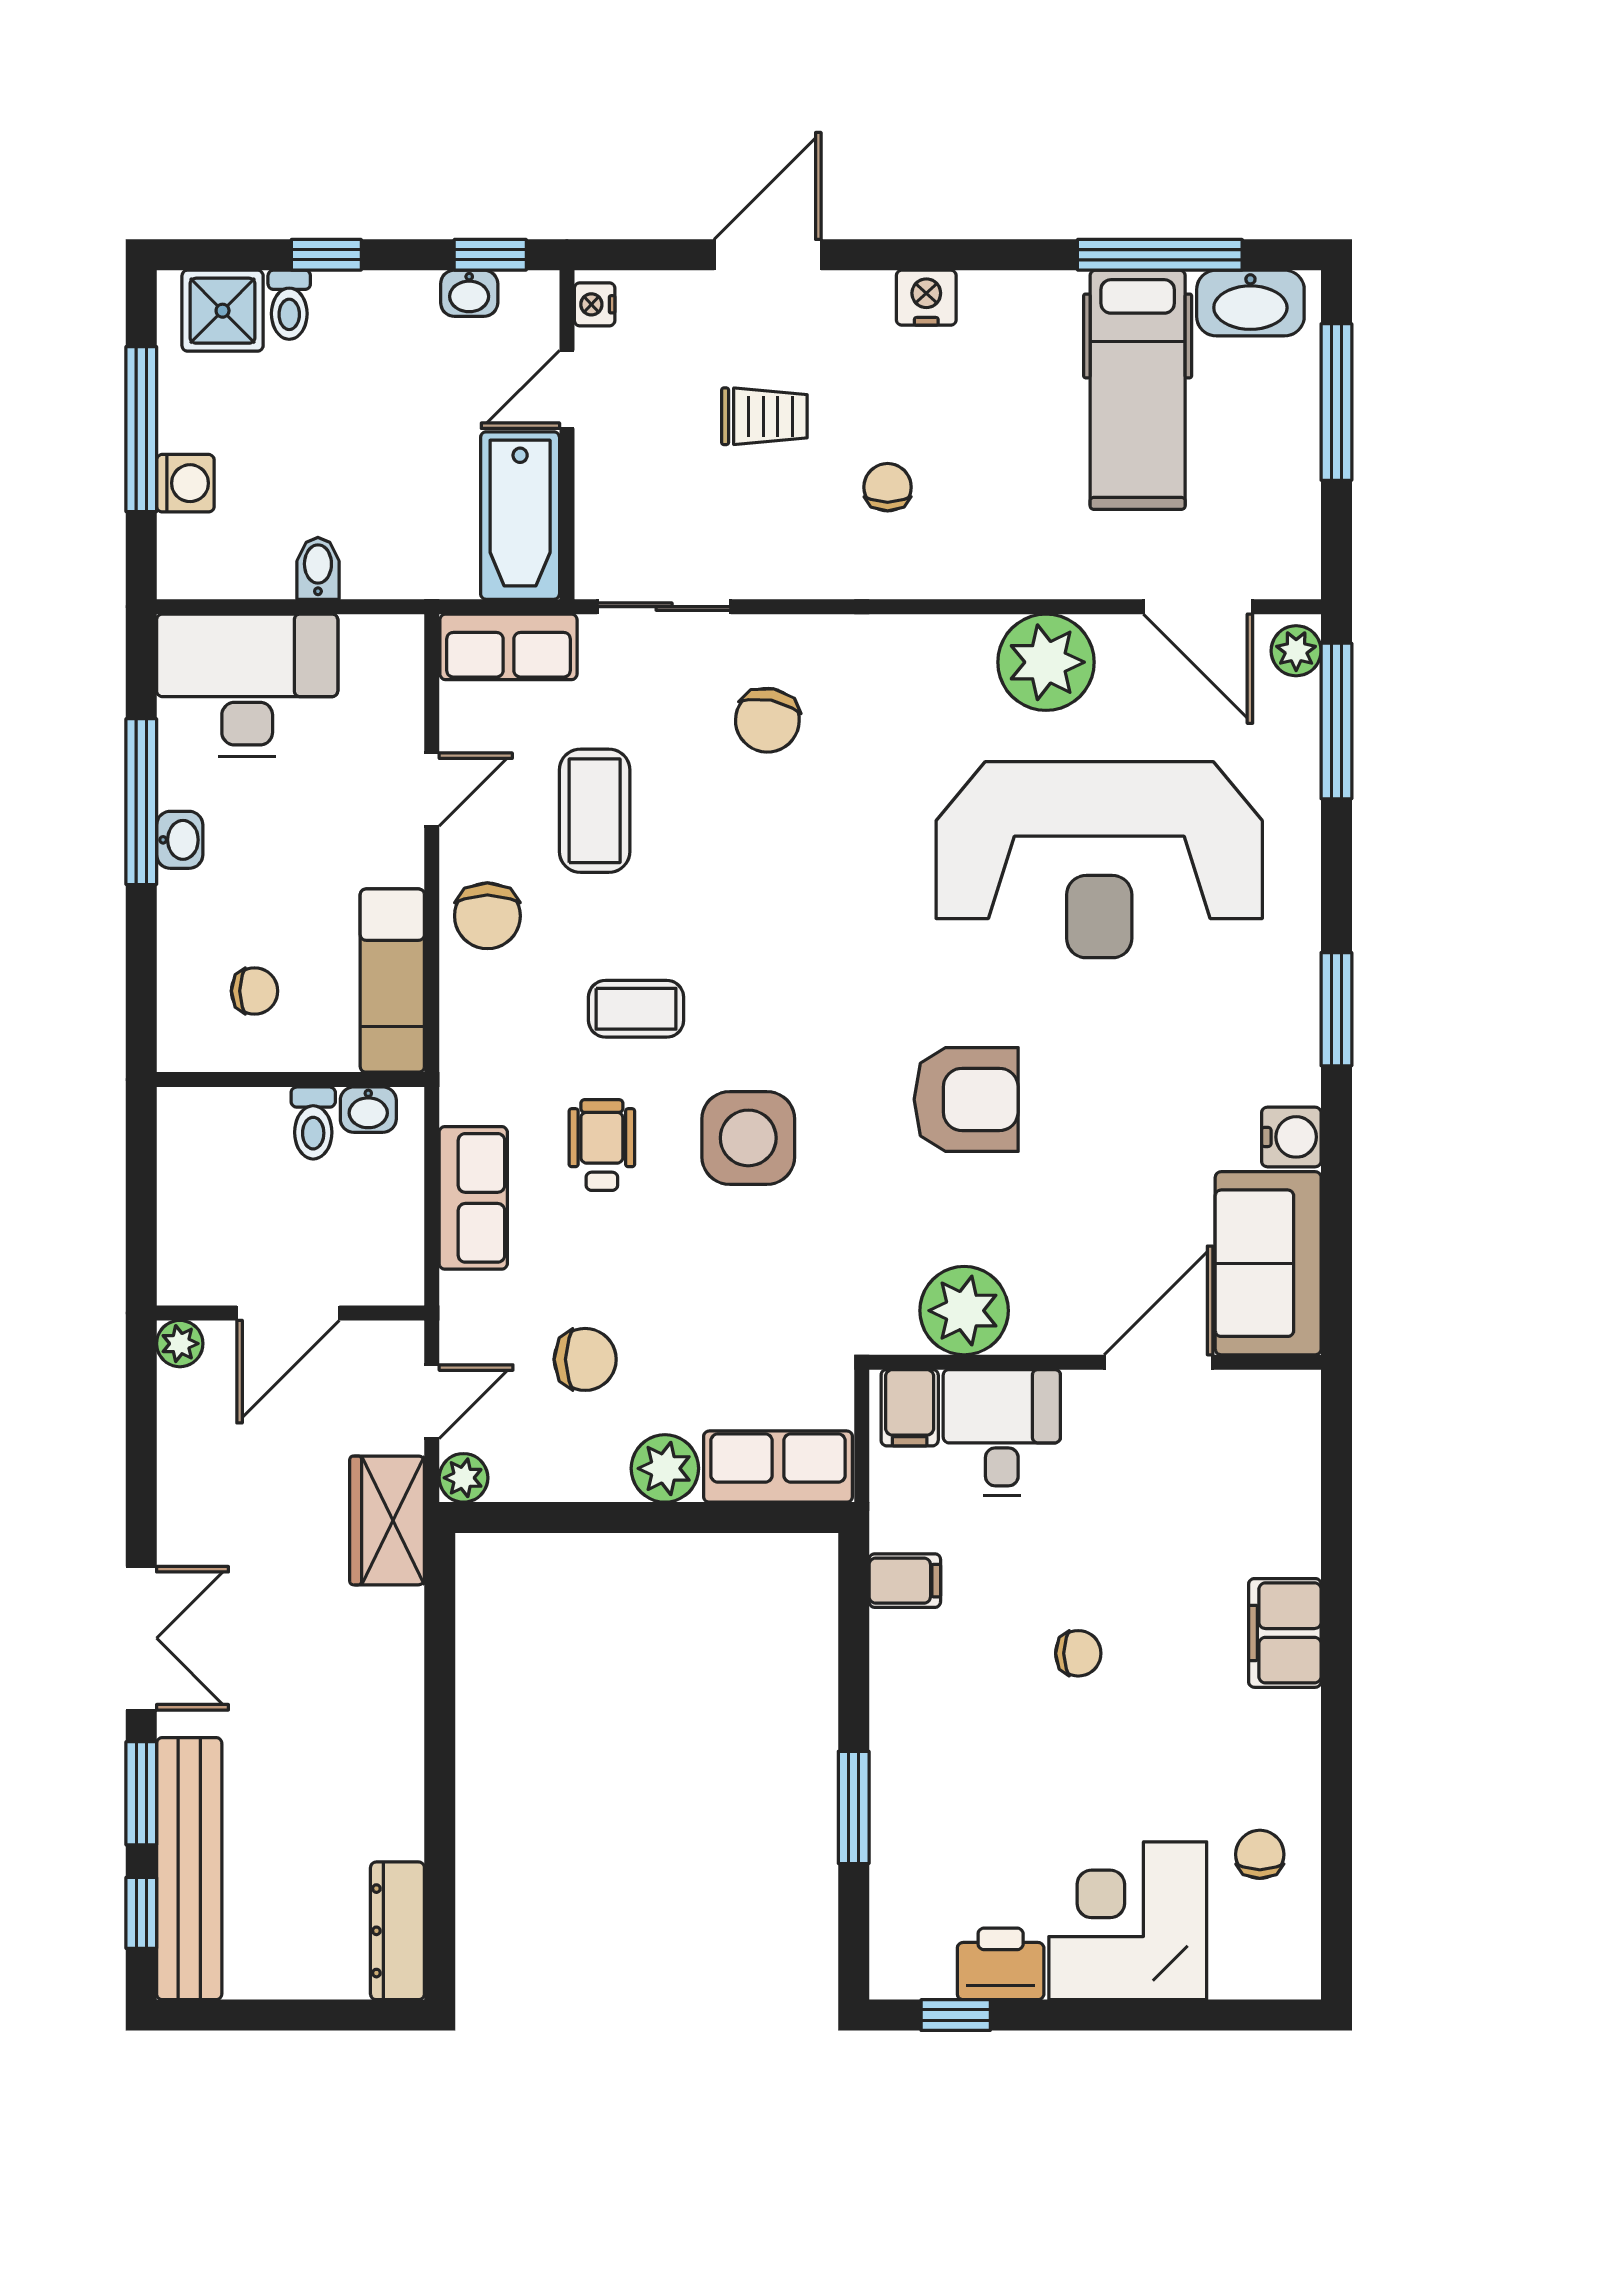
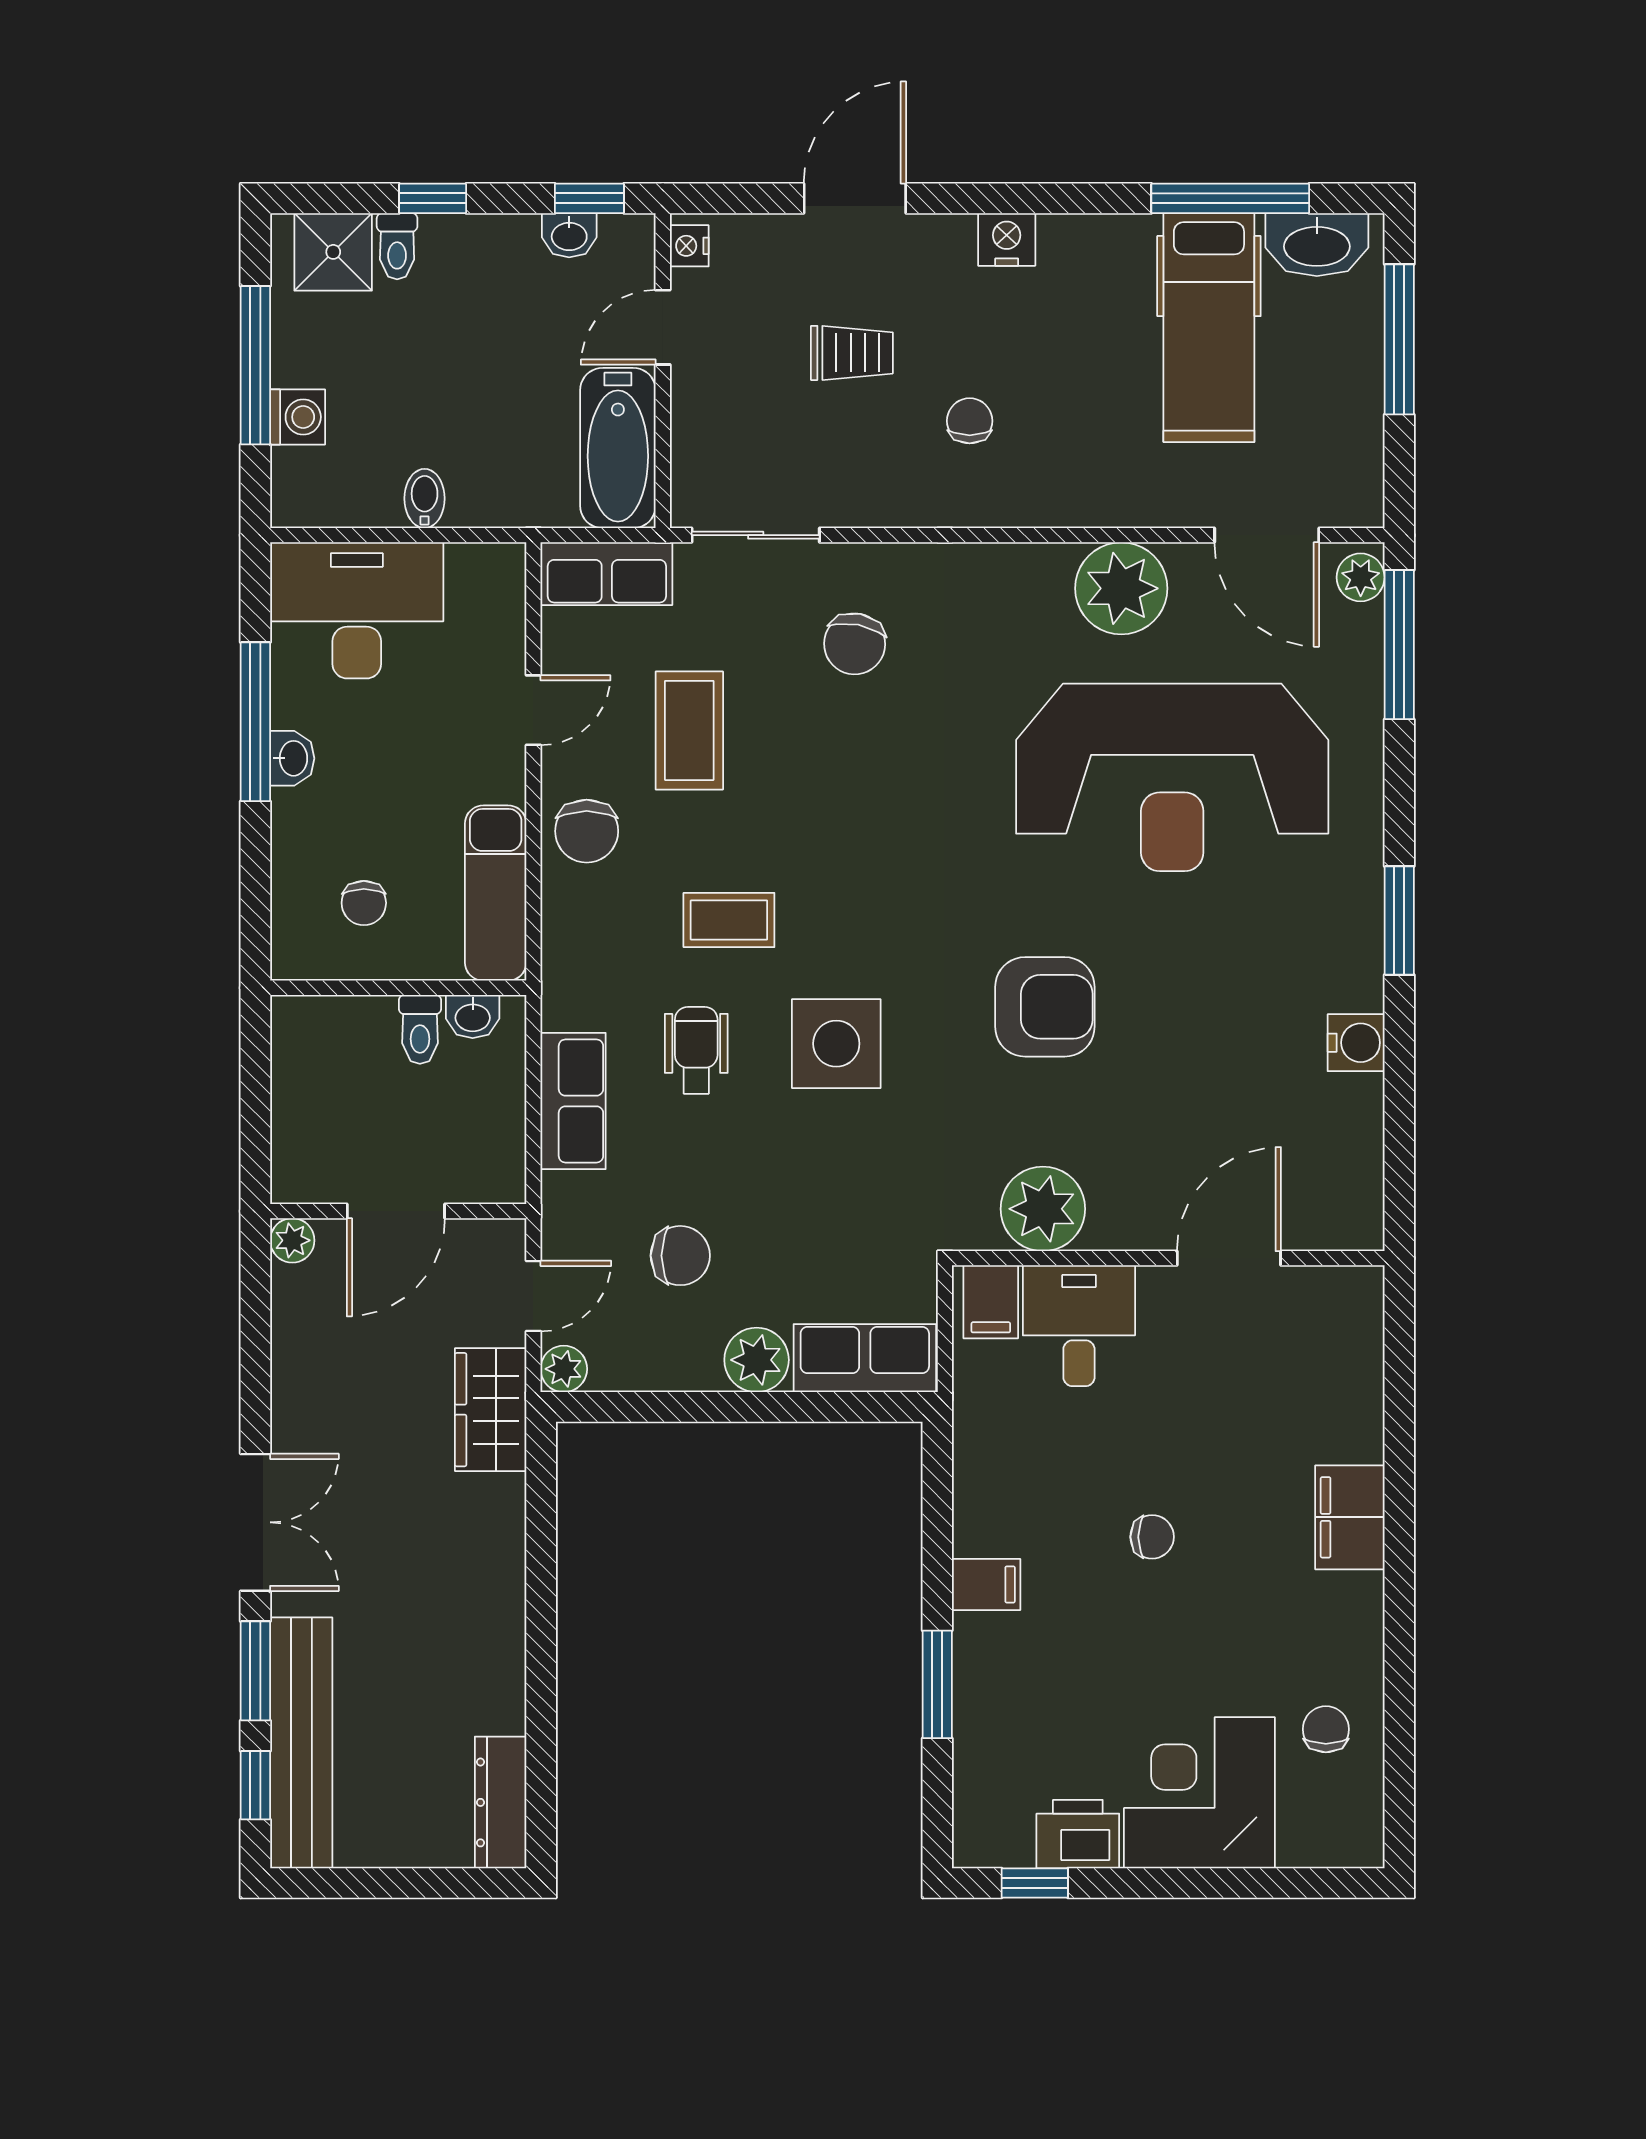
chair: (255, 991) -> (364, 903), turned 90
sofa: (1268, 1263) -> (1334, 1164), removed
filing cabinet: (905, 1581) -> (986, 1584), moved

